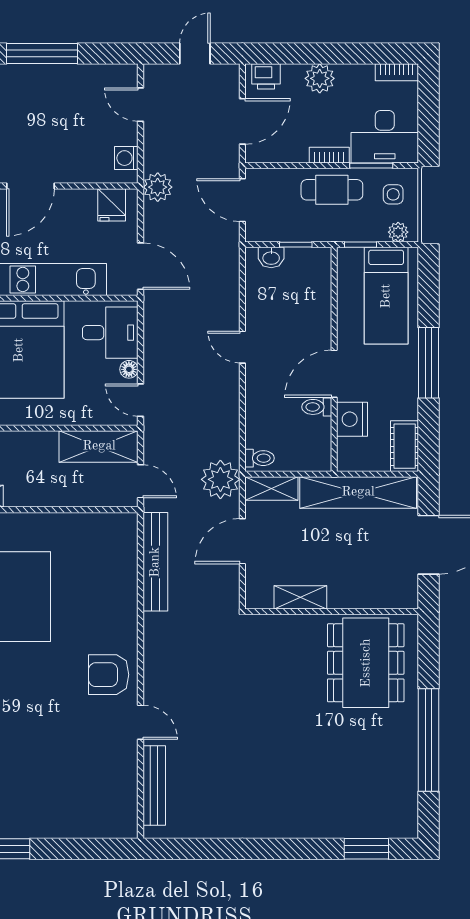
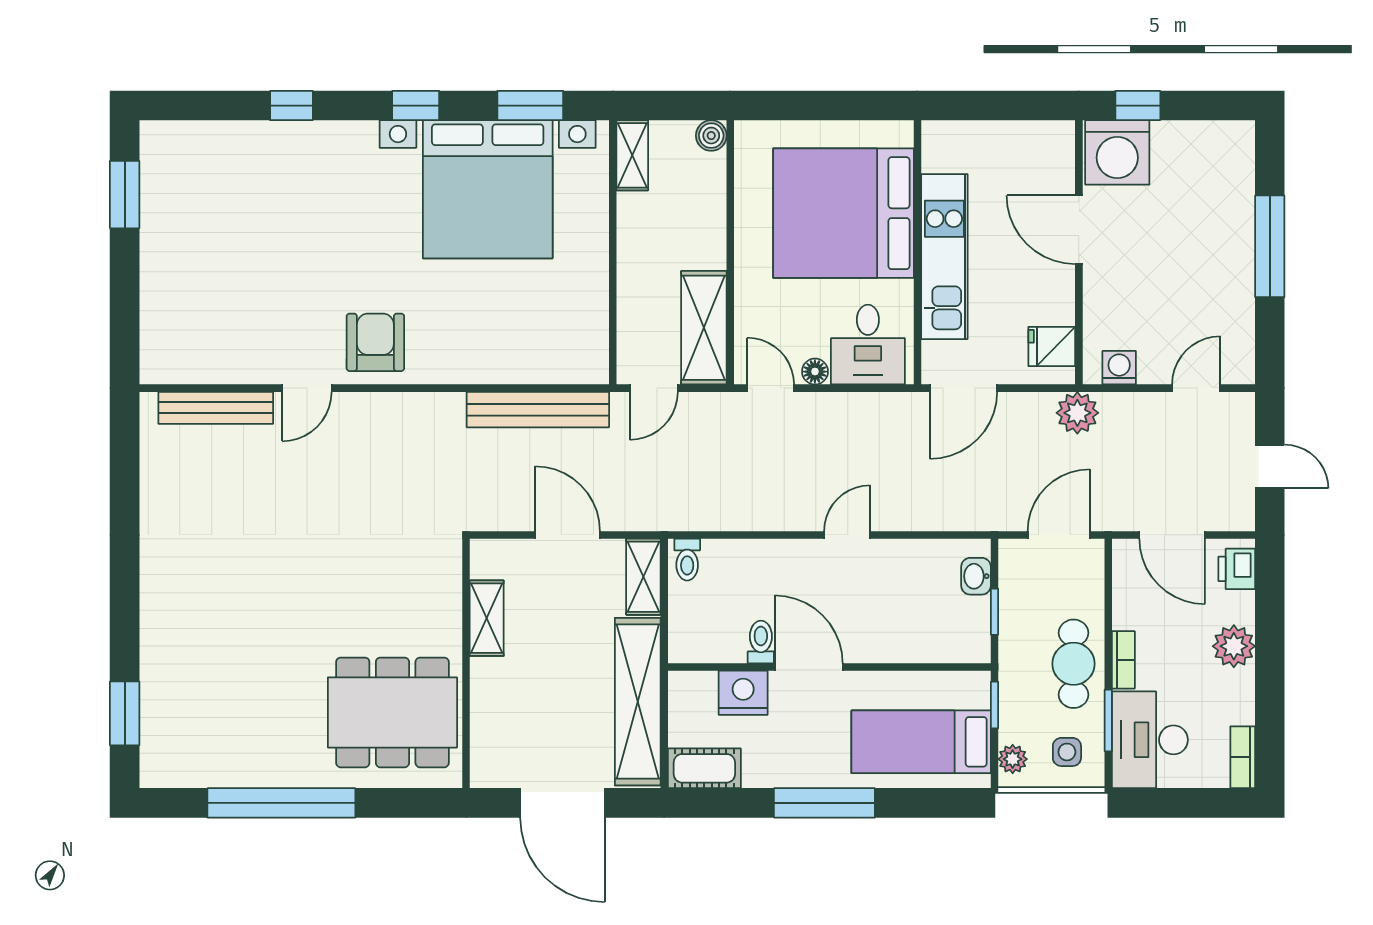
door: (140, 400) -> (771, 388), hinge flipped
plant: (220, 479) -> (656, 503), removed

